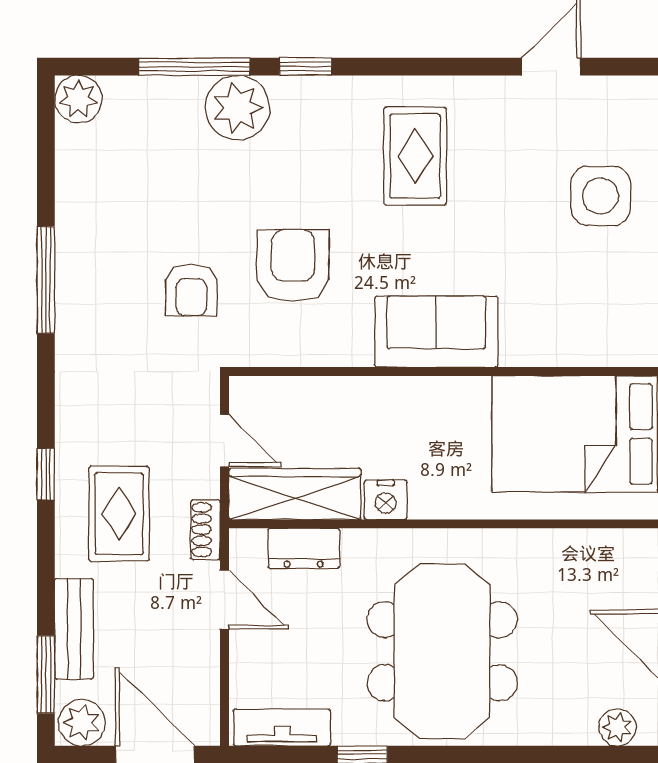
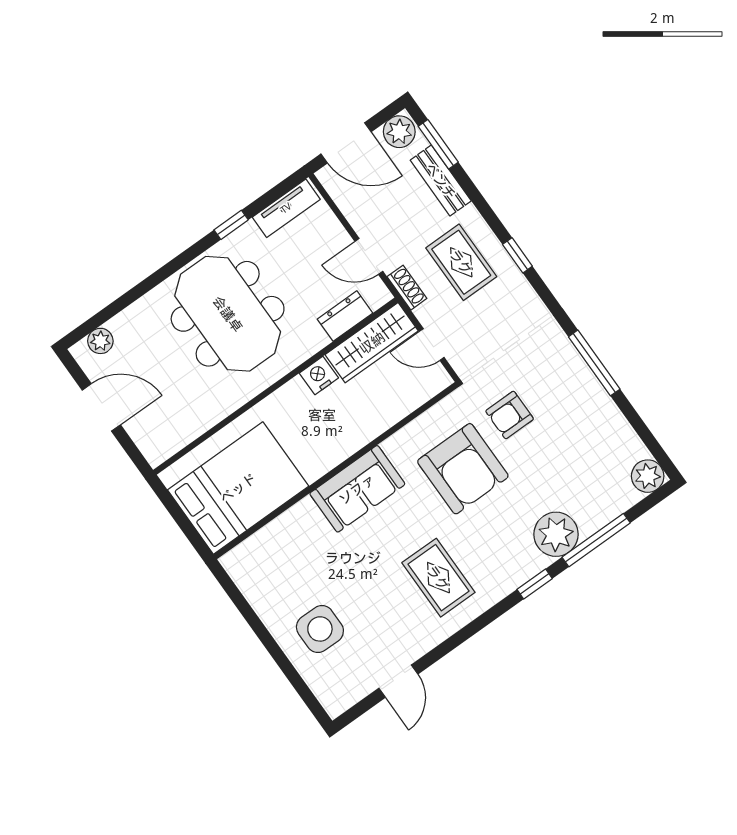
armchair: (293, 266) -> (463, 469), width x1.36, depth x1.36
armchair: (191, 290) -> (510, 415), turned -90

